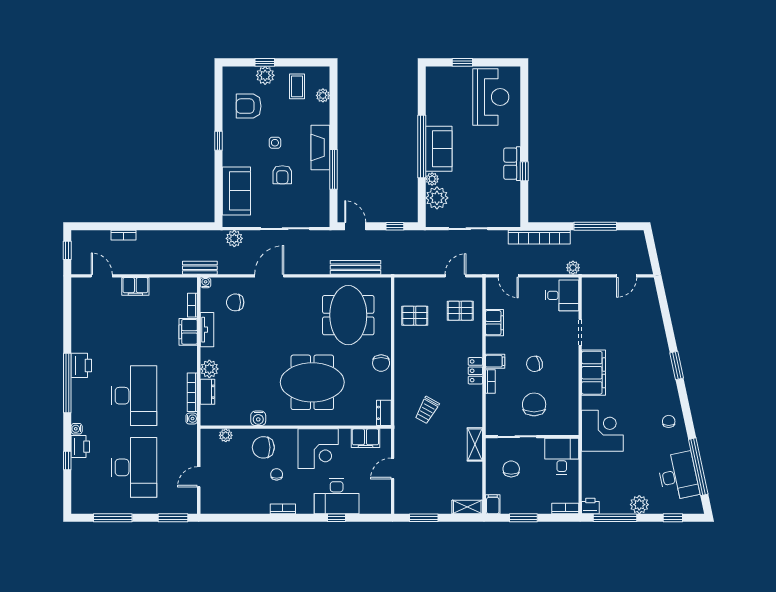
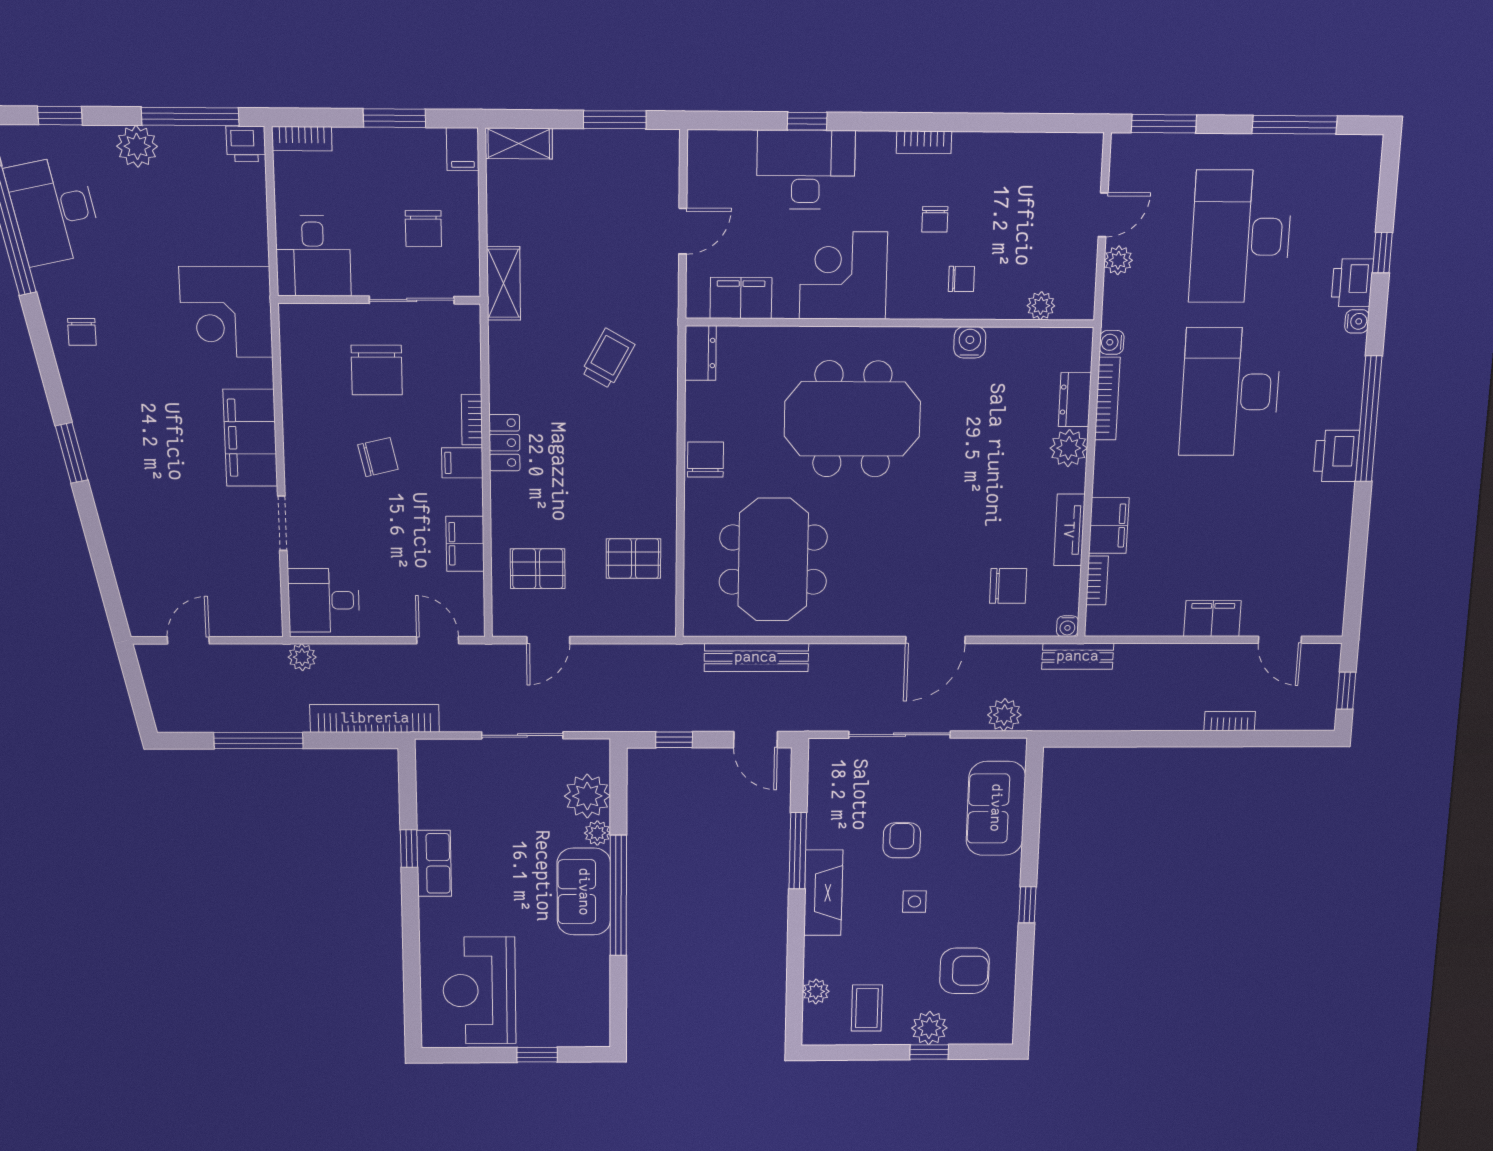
chair: (263, 447) -> (961, 279), width x0.54, depth x0.54
plant: (191, 456) -> (1118, 260), added

